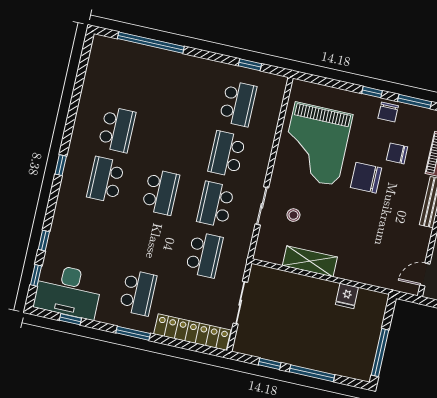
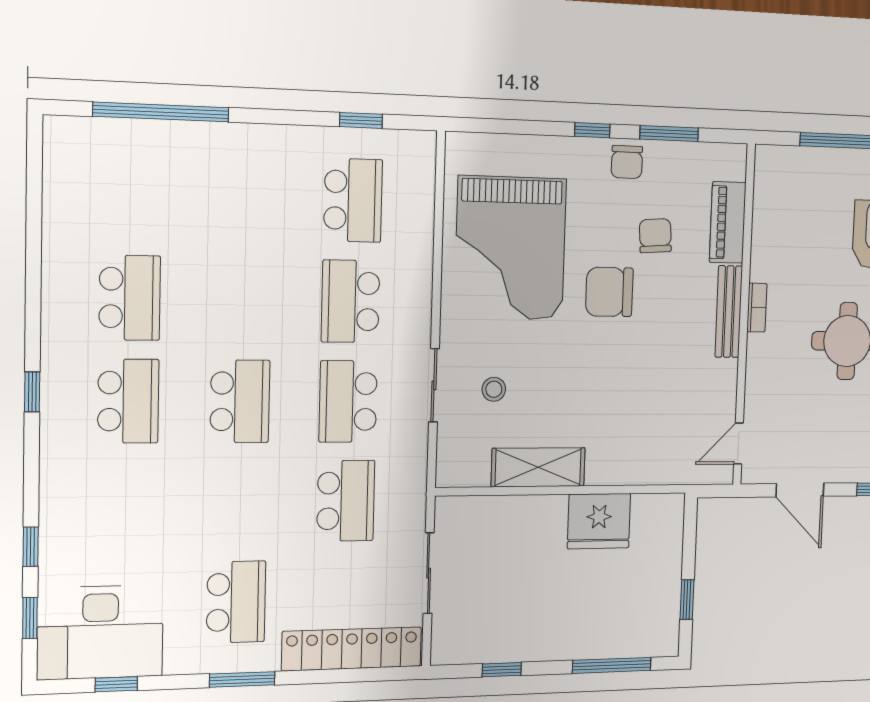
chair: (397, 153) -> (655, 236), turned 86
school desk: (106, 180) -> (128, 401), turned 180
fridge: (347, 296) -> (599, 521), width x1.88, depth x1.34
window: (380, 353) -> (687, 600), width x0.46
window: (312, 373) -> (612, 665), moved

